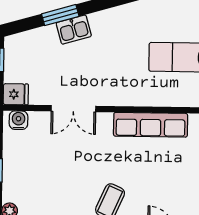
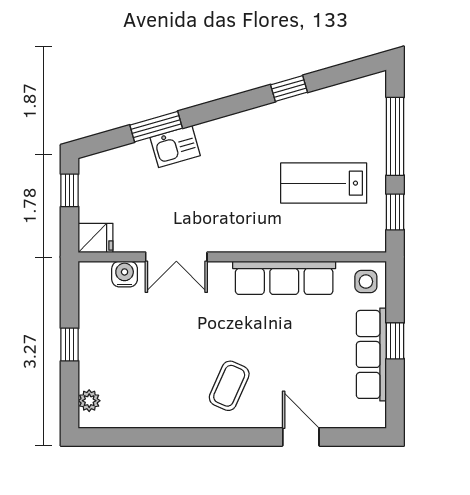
water cooler: (19, 120) -> (125, 274), moved

